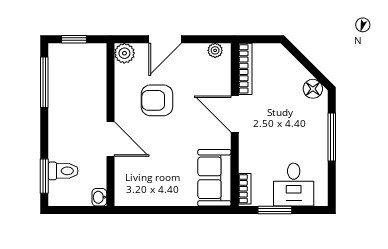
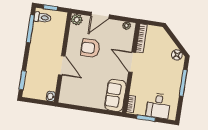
toilet: (63, 171) -> (43, 18), moved

